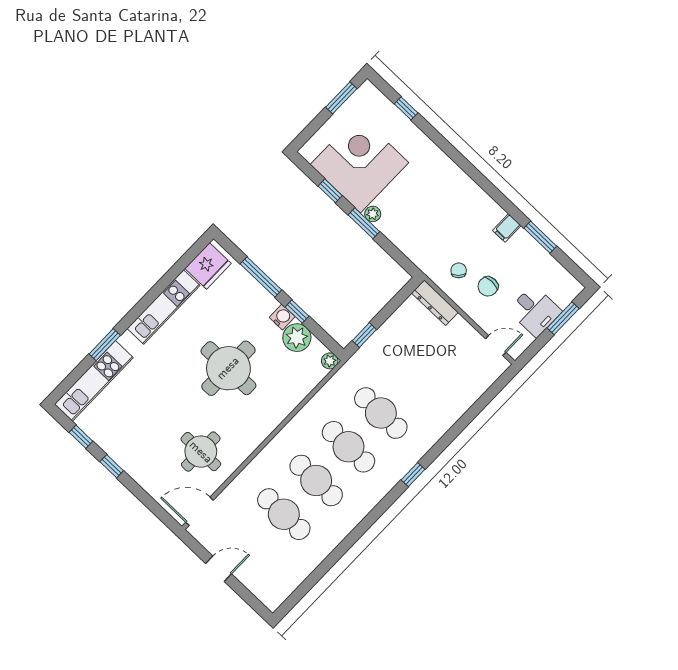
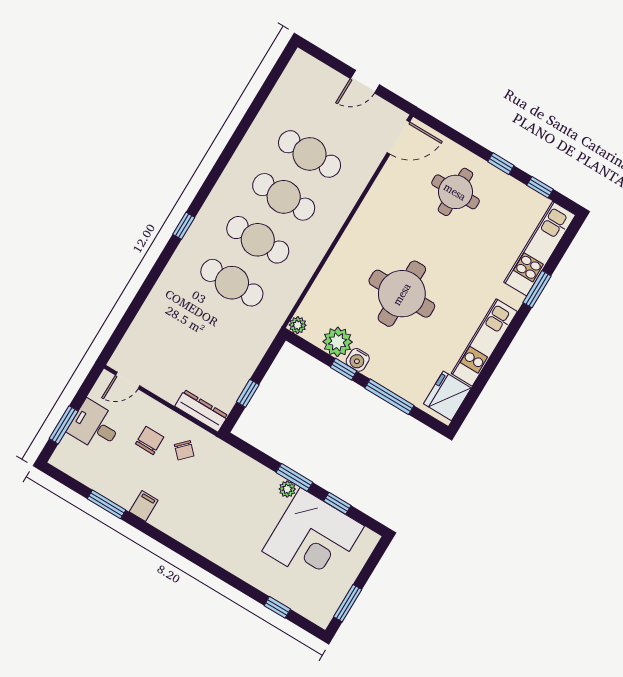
window: (364, 335) -> (248, 393), moved
round table: (201, 452) -> (455, 192), moved

